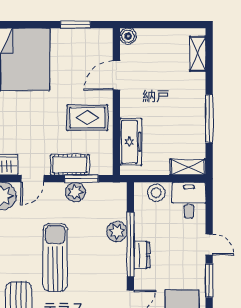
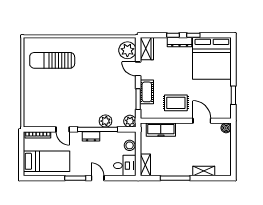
shelving: (198, 54) -> (204, 171), moved
rug: (87, 118) -> (176, 103), turned 90
plant: (75, 192) -> (130, 121), moved
door: (209, 244) -> (98, 178), swing flipped
sun lounger: (55, 257) -> (90, 83), removed

